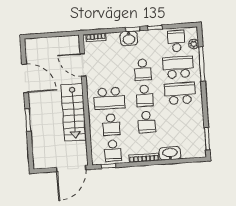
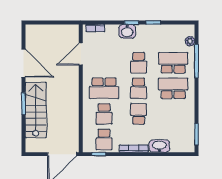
school desk: (176, 41) -> (173, 37), removed
door: (83, 65) -> (81, 54), hinge flipped
stairs: (74, 112) -> (36, 110), moved, turned 180
school desk: (146, 122) -> (139, 114), turned 180

